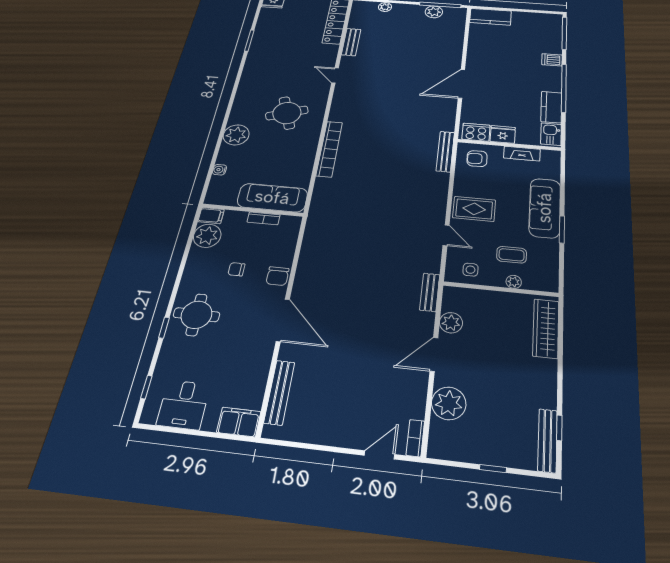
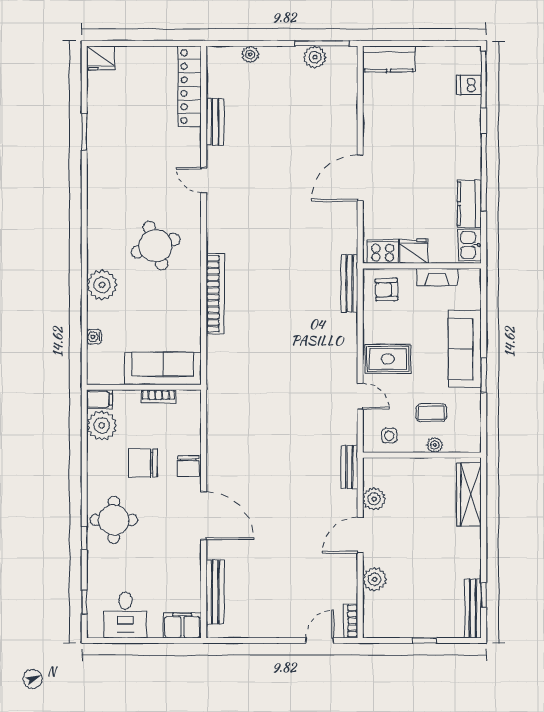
dishwasher: (552, 60) -> (469, 85), moved
chair: (236, 269) -> (143, 463), width x1.87, depth x1.87
plant: (449, 403) -> (375, 579), width x0.73, depth x0.73

